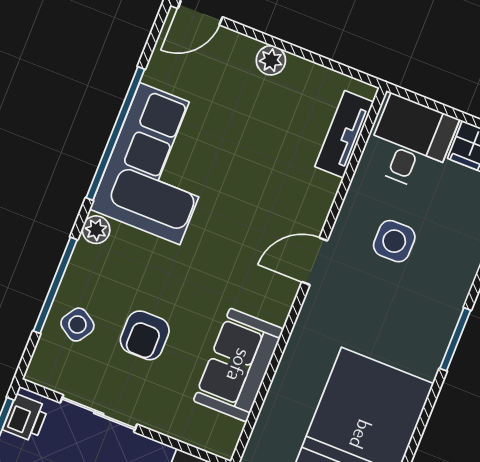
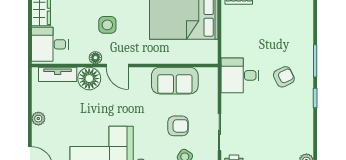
floor lamp: (311, 195) -> (89, 79), added
floor lamp: (348, 224) -> (95, 58), added
side table: (394, 241) -> (107, 25), moved

